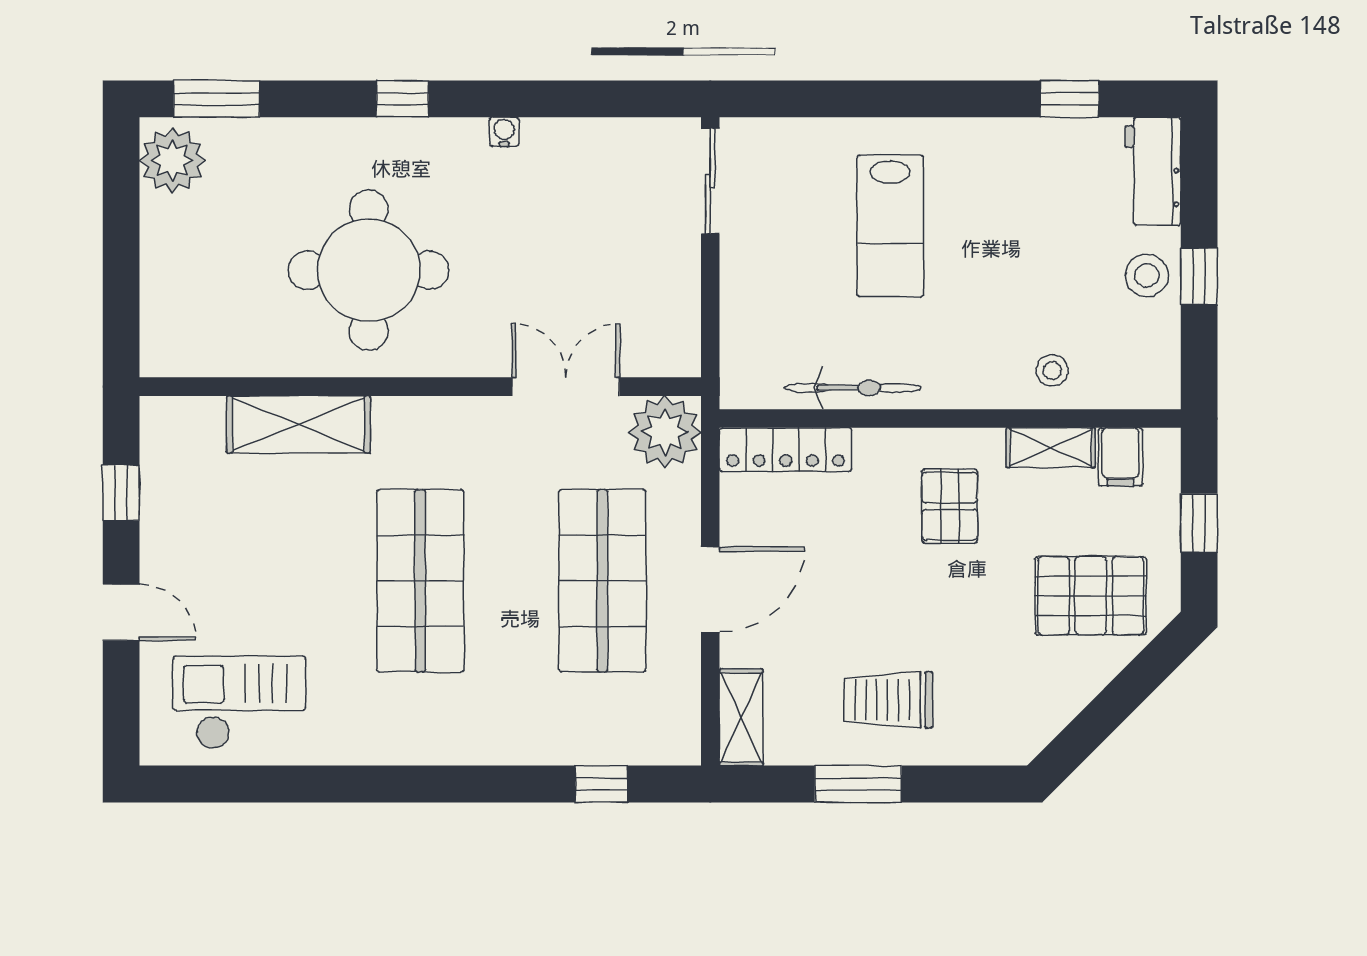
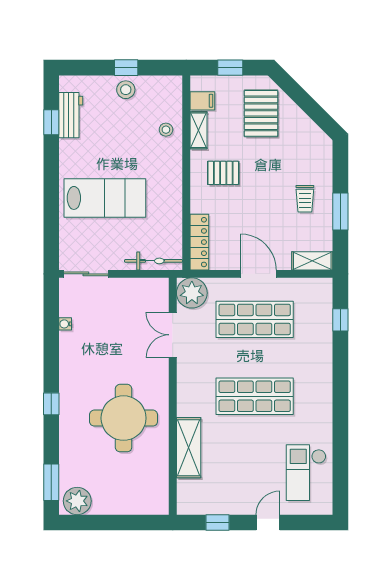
water cooler: (504, 132) -> (65, 324), moved
workbench: (1153, 171) -> (71, 115), moved, turned -90
lab bench: (890, 226) -> (105, 198), width x1.36, depth x1.39
bicycle: (853, 388) -> (154, 261), moved, turned 90
trolley: (888, 700) -> (305, 199), width x0.73, depth x0.72

